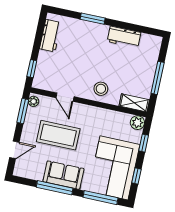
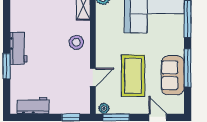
workbench: (124, 37) -> (18, 48), moved
sofa: (63, 175) -> (173, 75), moved

